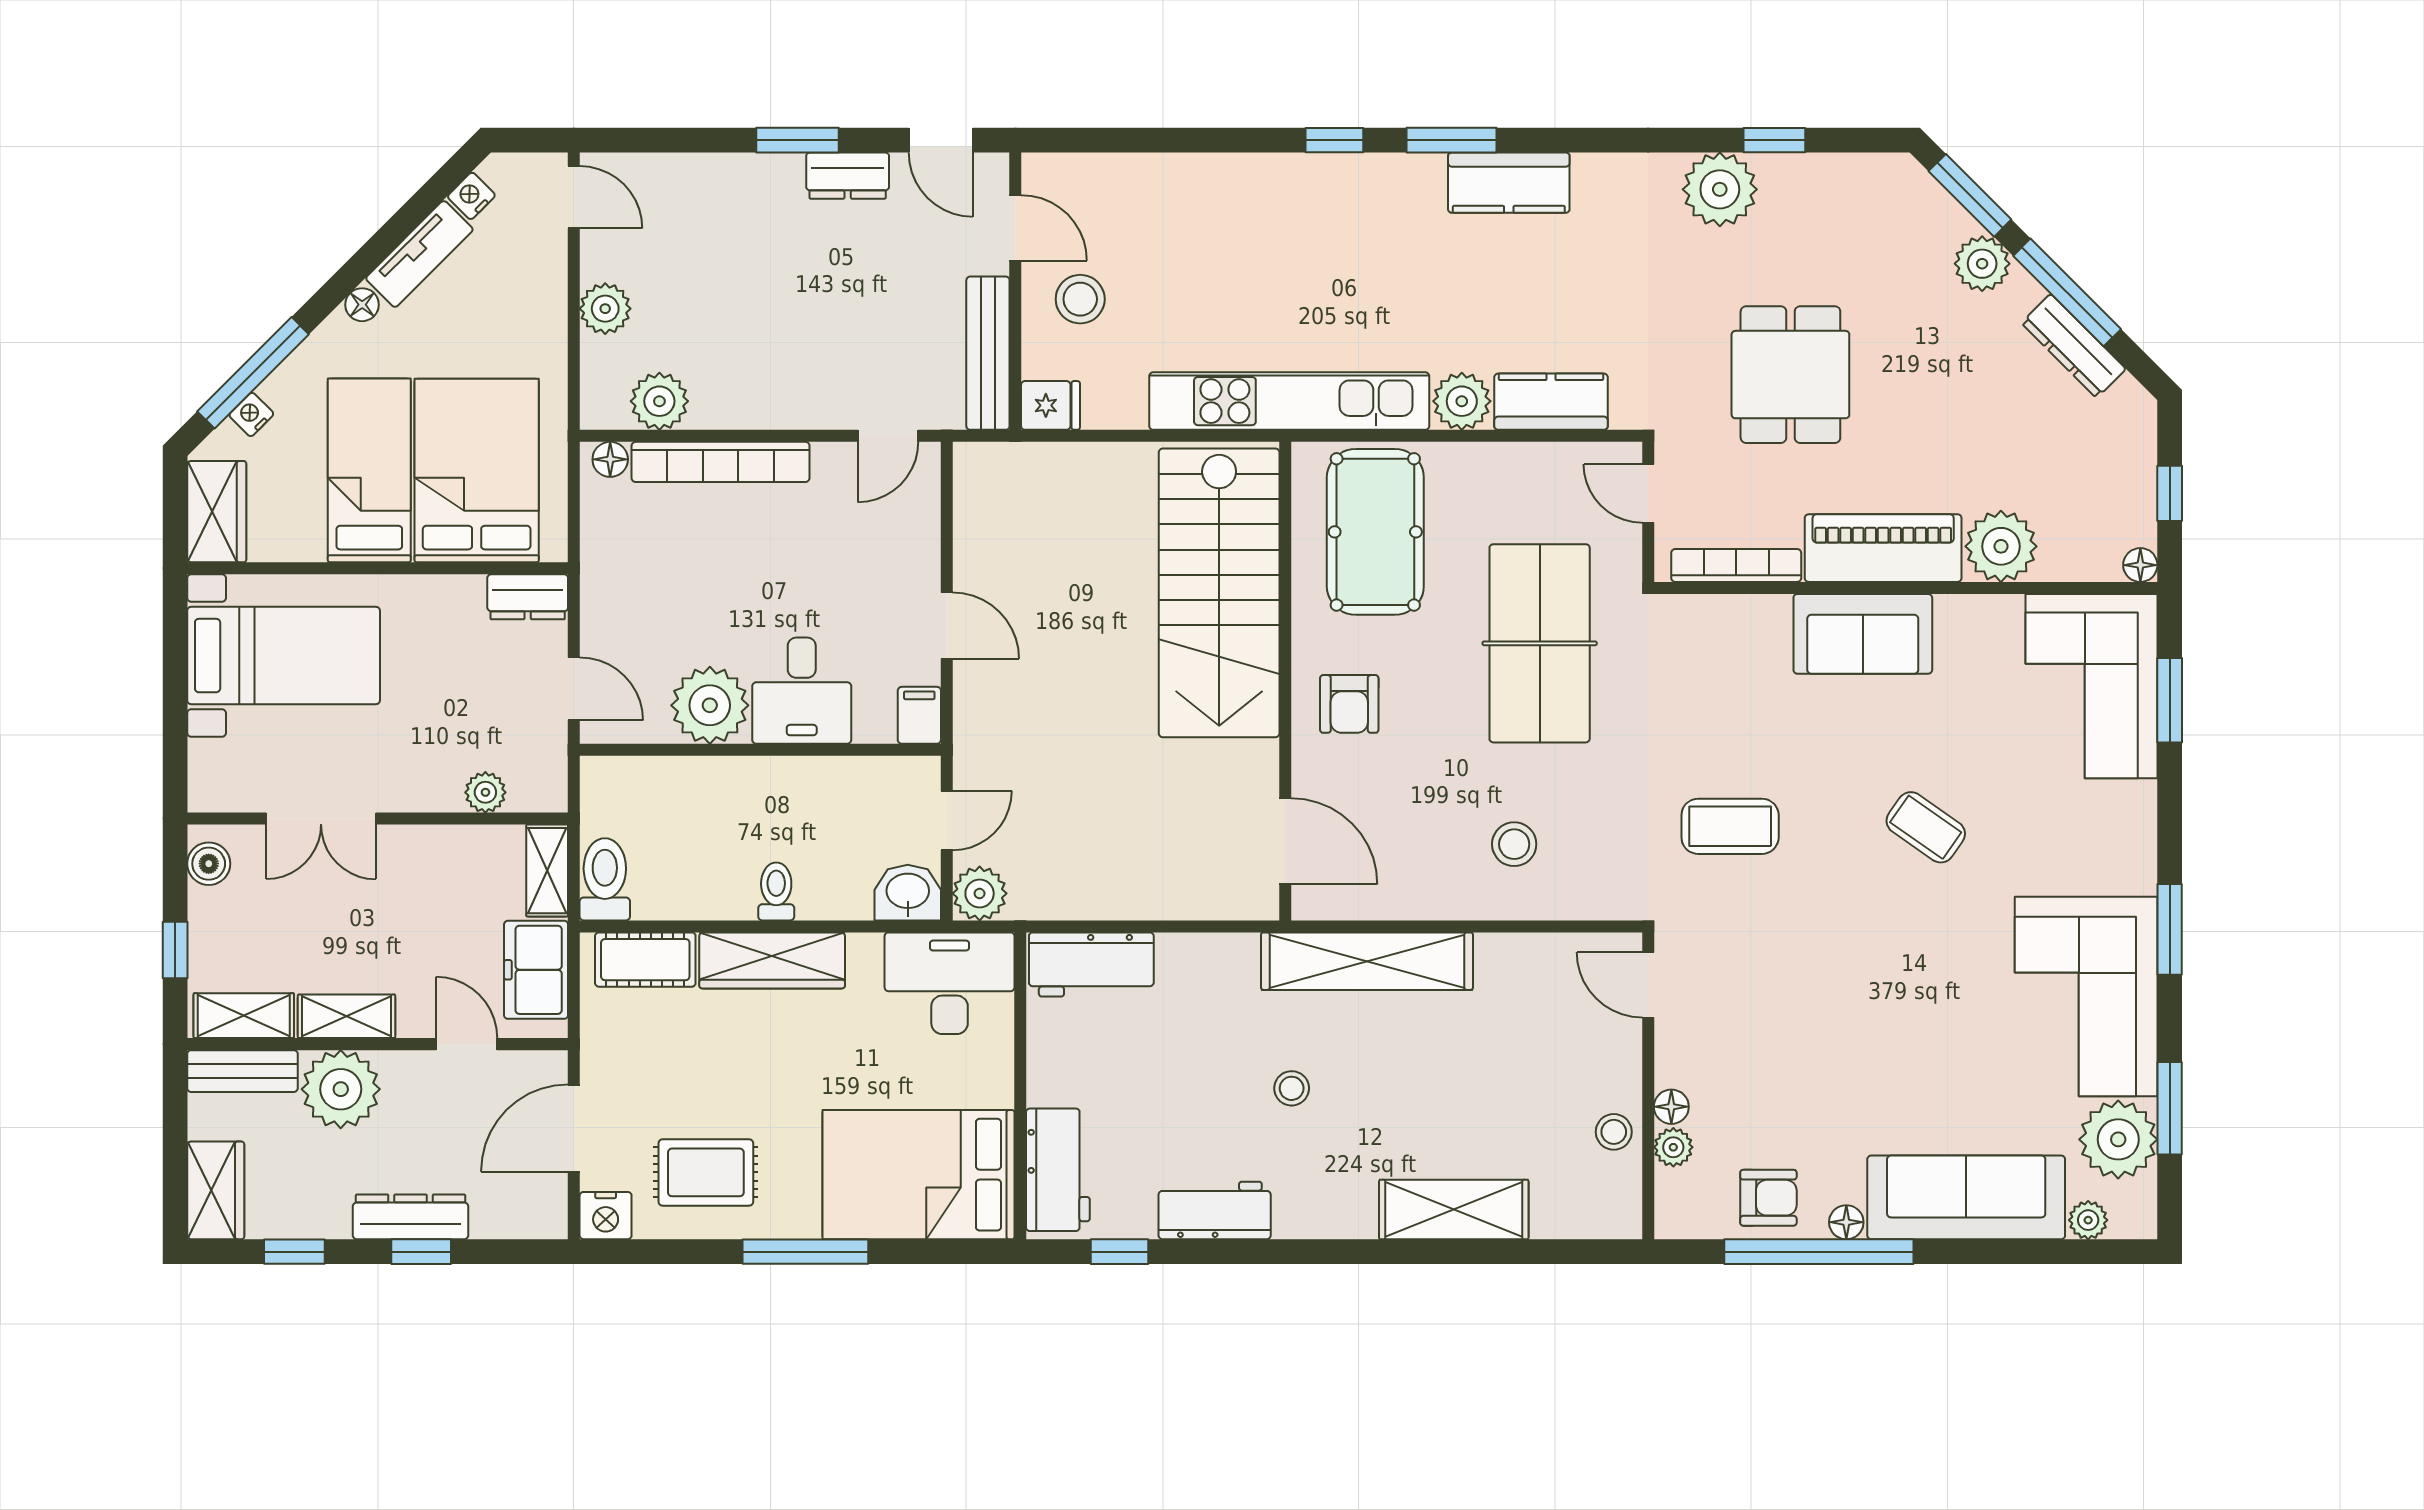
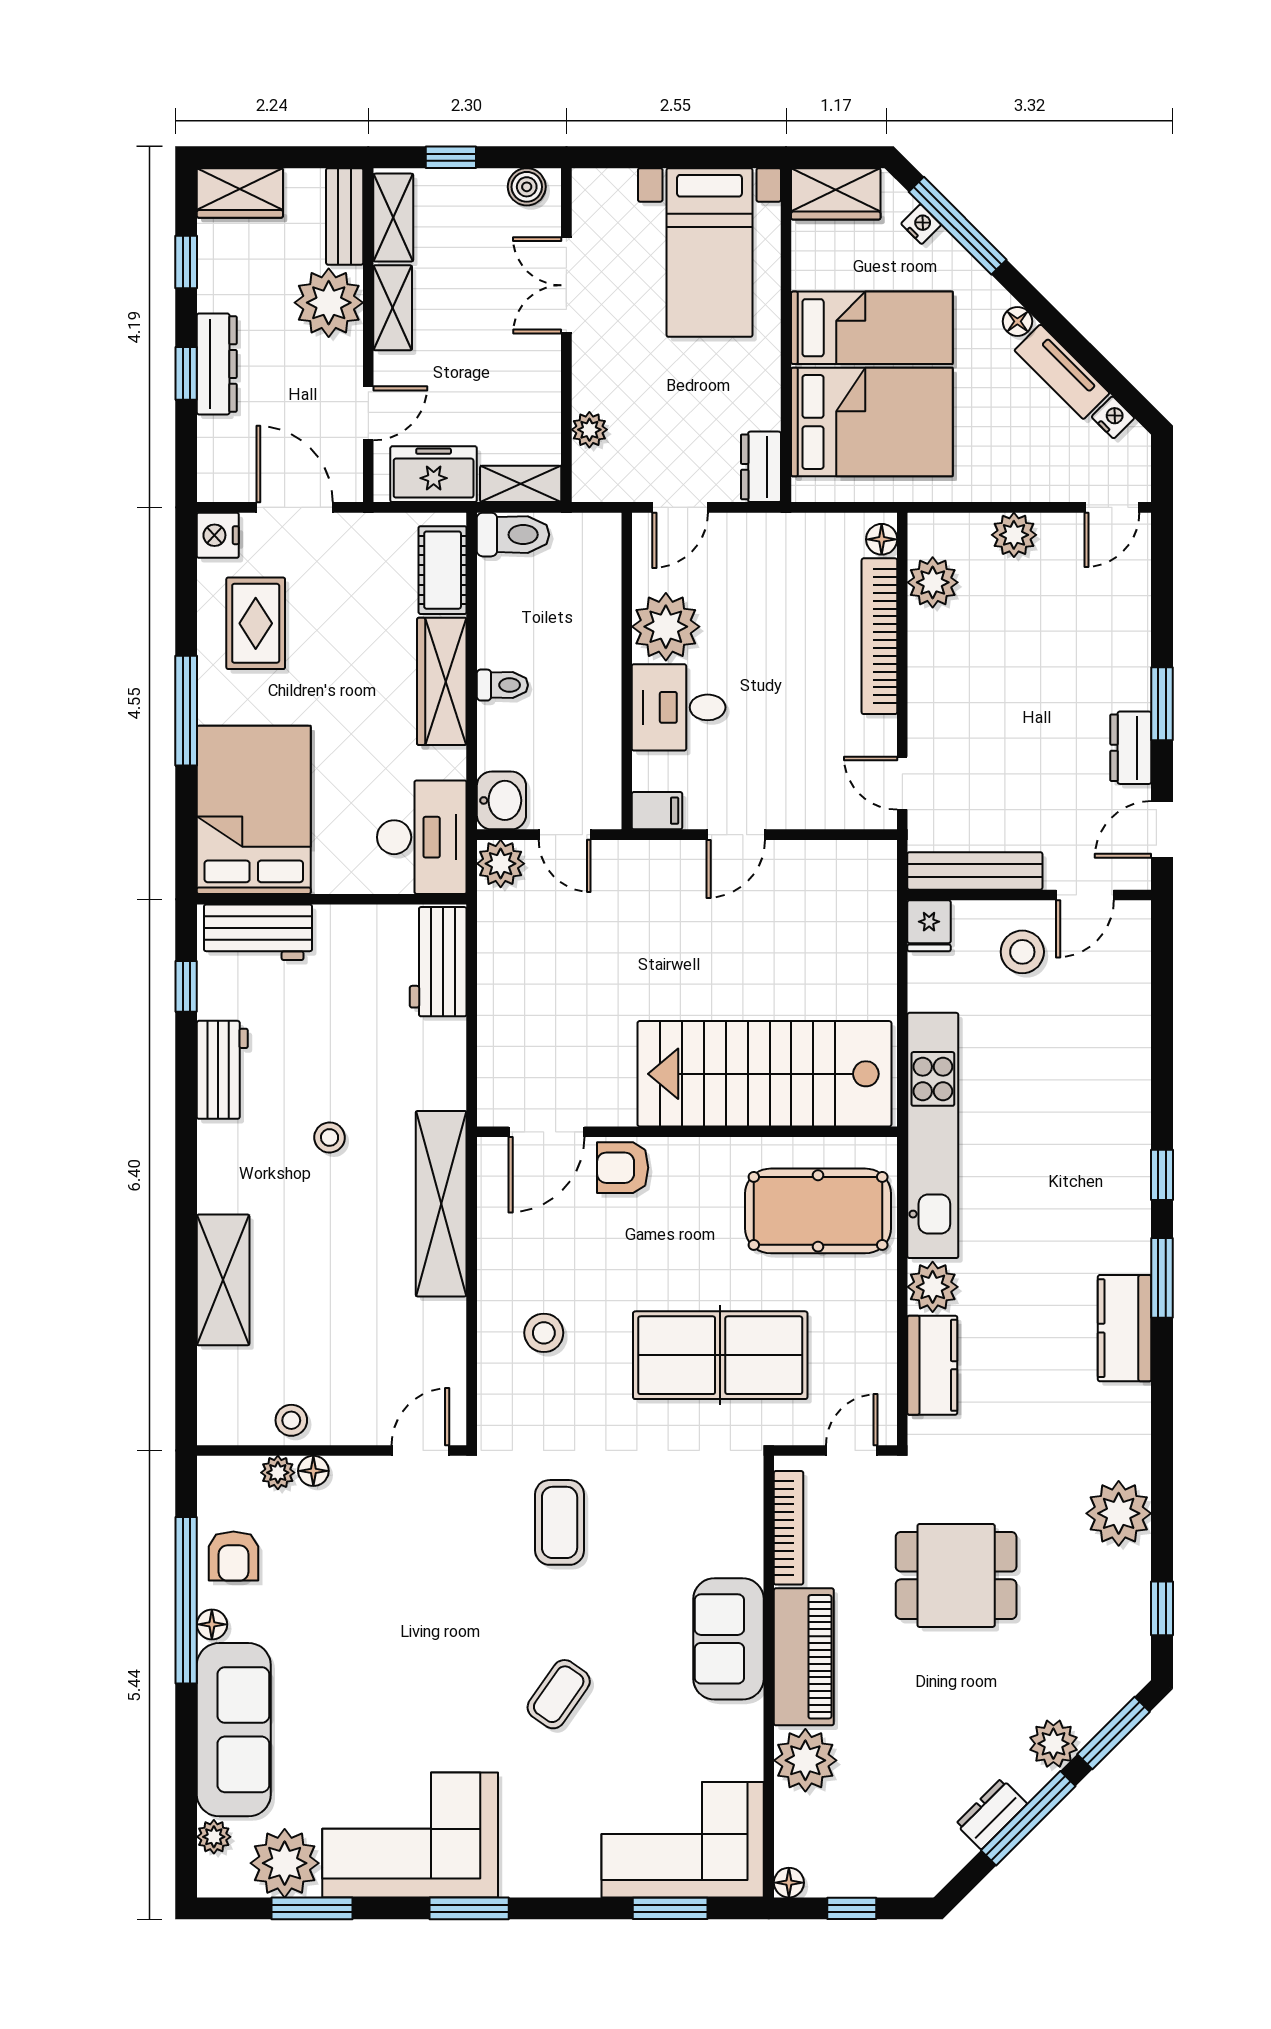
window: (1774, 140) -> (1162, 1608), moved
dresser: (2074, 346) -> (991, 1814), width x0.70
armchair: (1349, 704) -> (623, 1168), moved

